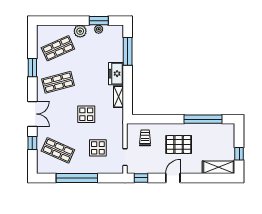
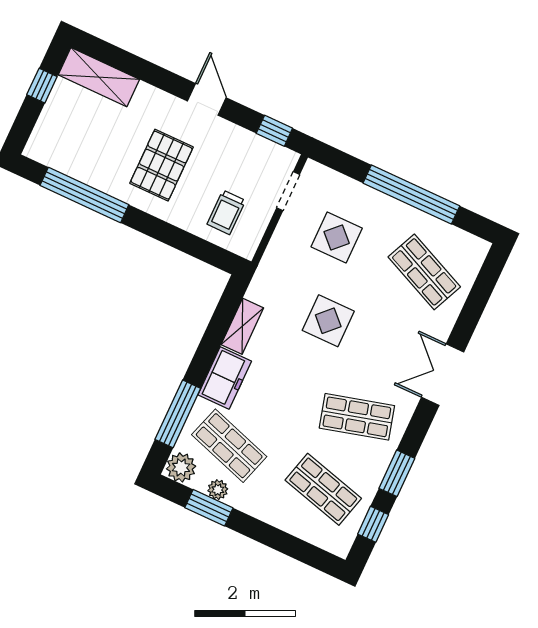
plant: (80, 31) -> (181, 467), moved
shop shelf: (58, 48) -> (323, 489), turned 39
shop shelf: (102, 48) -> (229, 446), added
window: (32, 143) -> (373, 524), moved
pallet: (179, 144) -> (162, 165), turned 90
door: (173, 178) -> (207, 99), swing flipped

